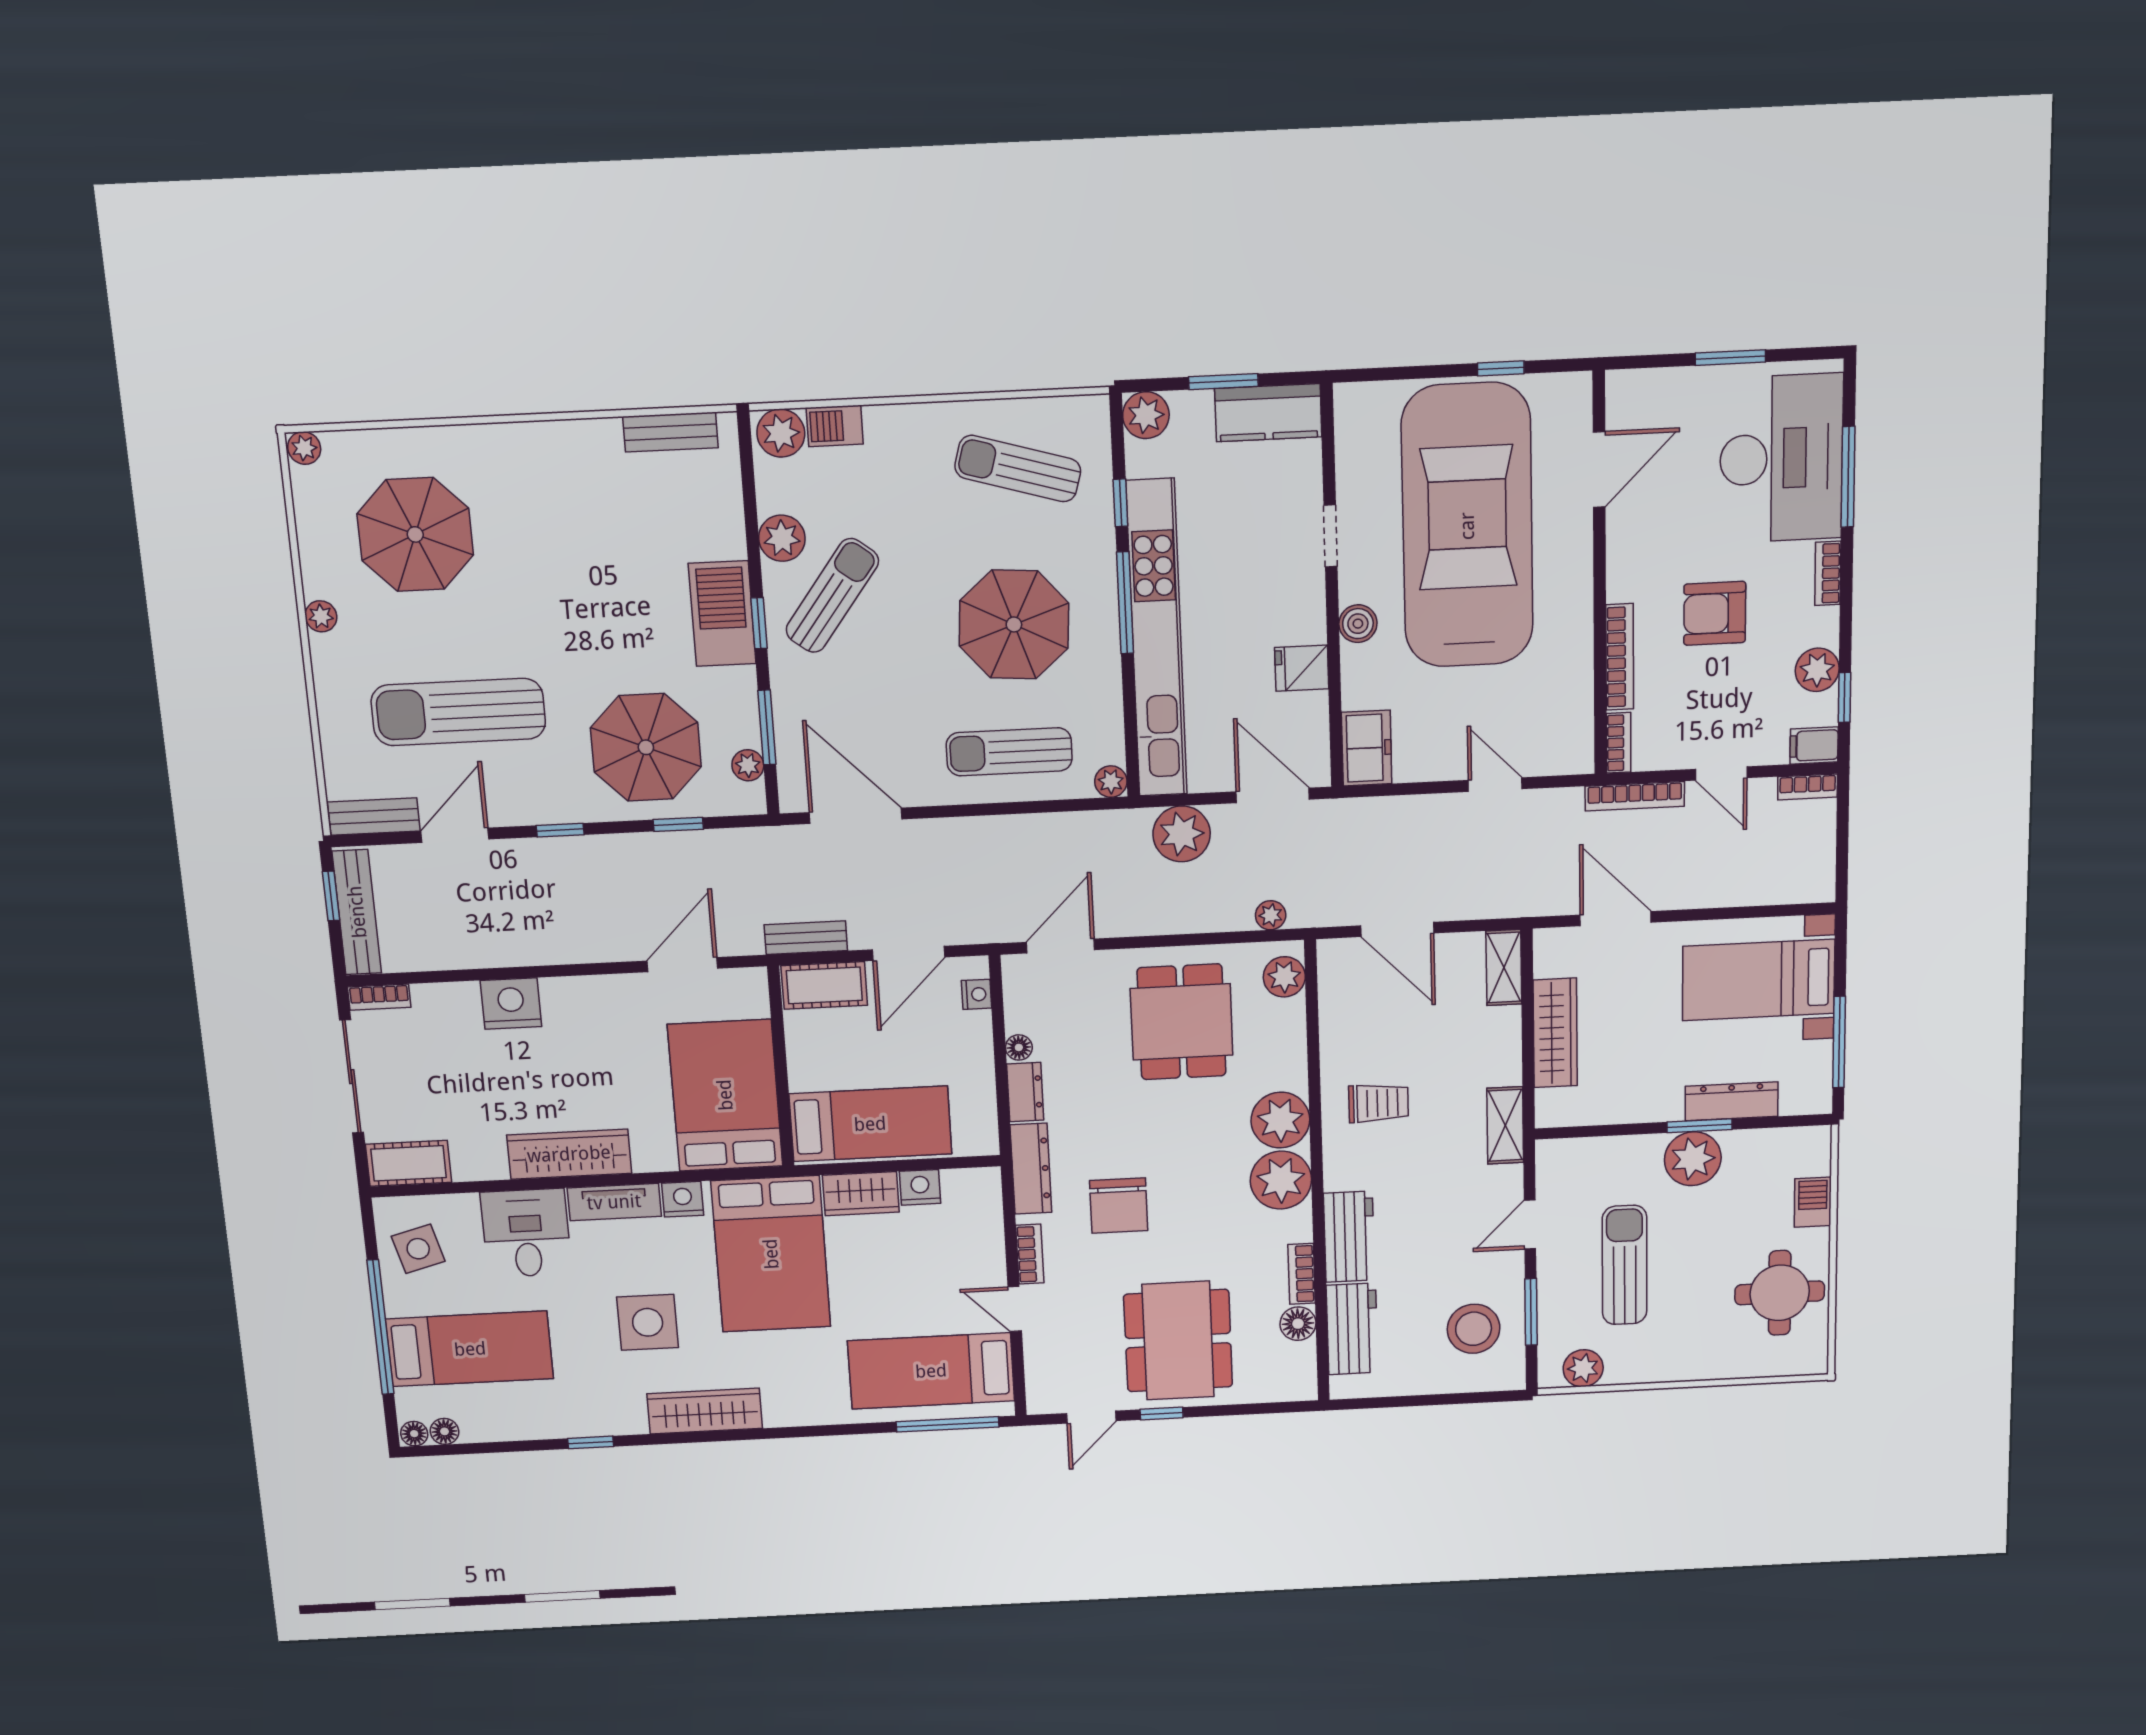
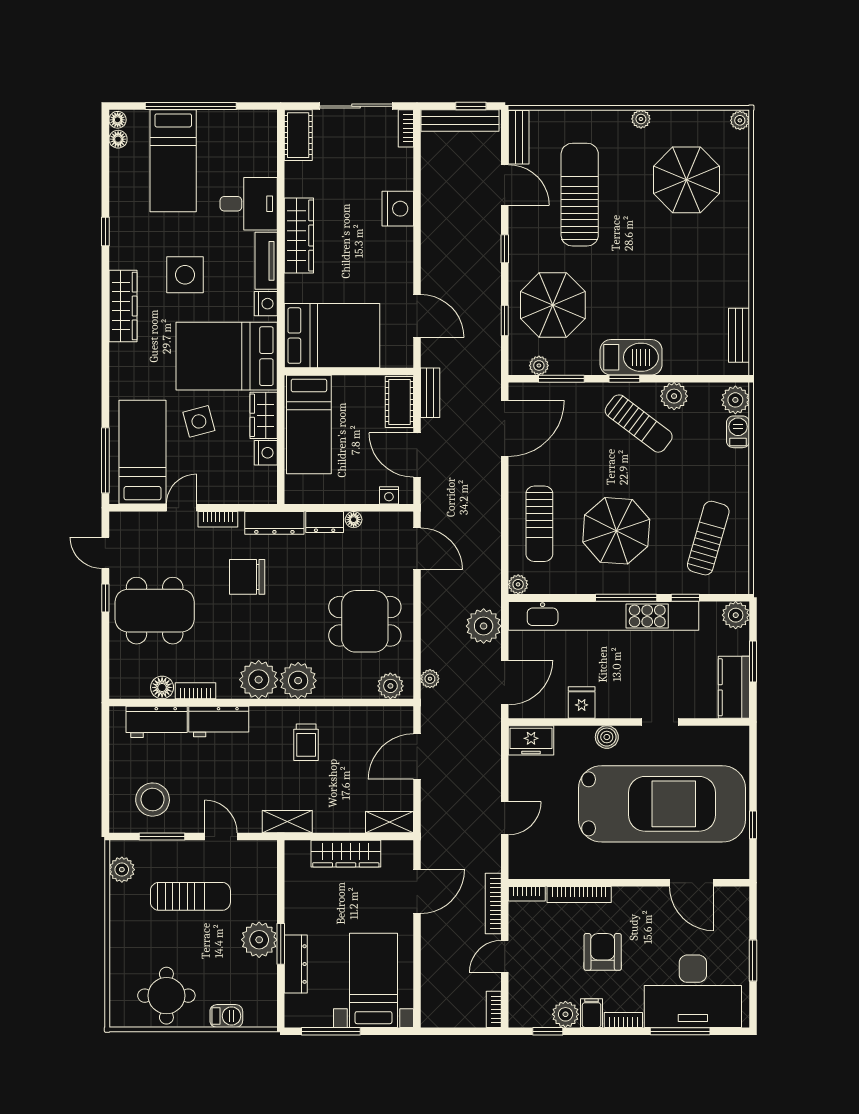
filing cabinet: (1814, 745) -> (592, 1013), moved
sun lounger: (1009, 752) -> (539, 524), turned 180
side table: (418, 1249) -> (199, 421), moved

